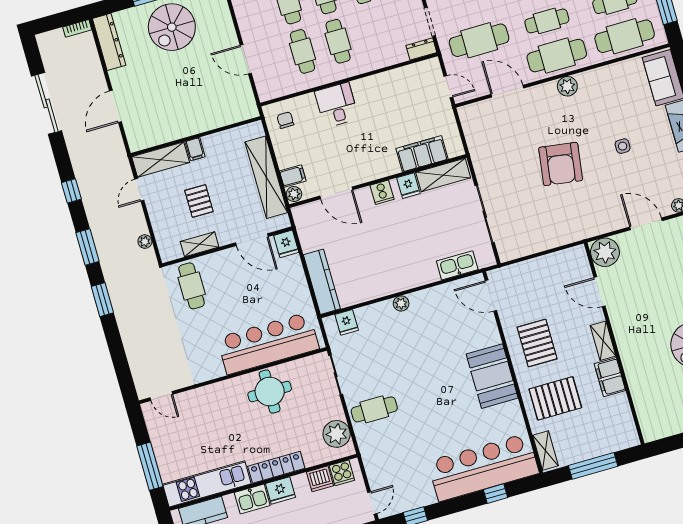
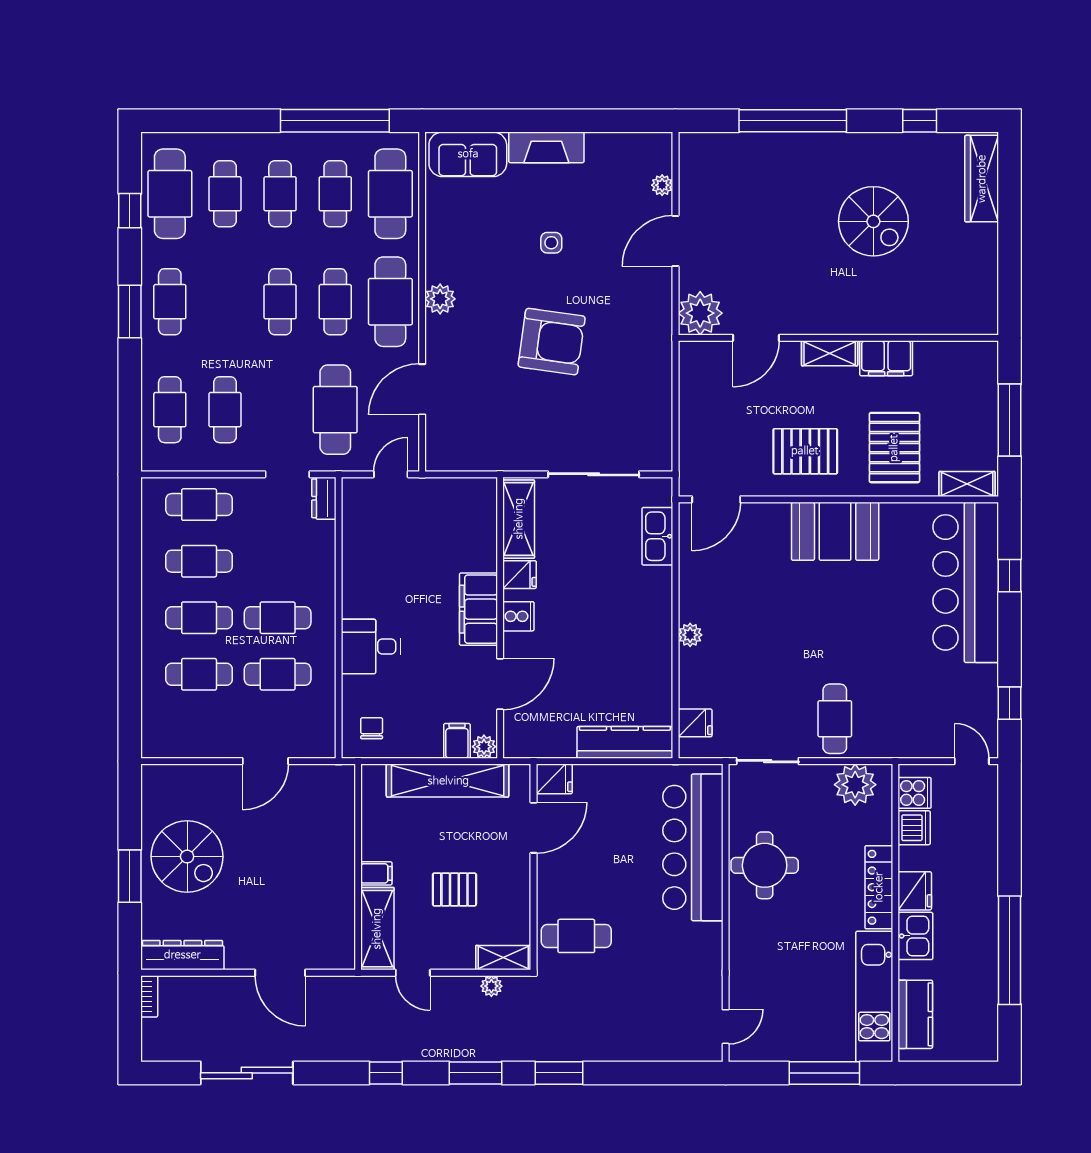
chair: (285, 120) -> (372, 728), turned 90
filing cabinet: (422, 154) -> (478, 609), moved
shelving: (200, 244) -> (503, 958), moved, turned 90

